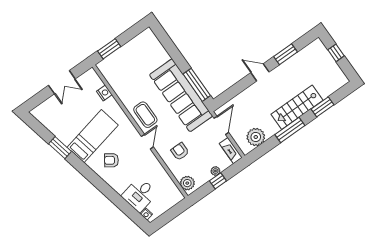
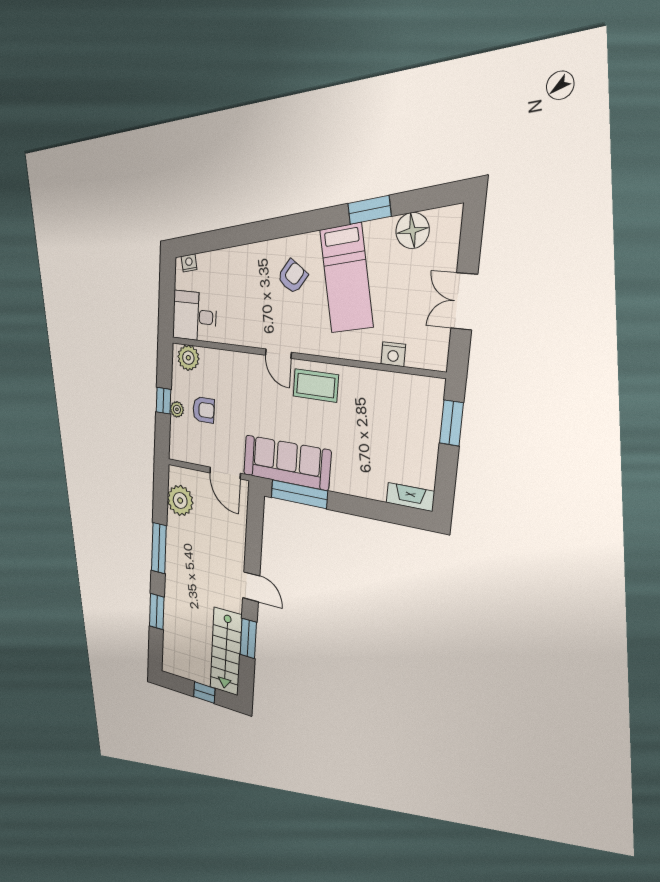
door: (260, 72) -> (251, 587), hinge flipped
sofa: (181, 95) -> (287, 462), width x0.74, depth x0.79
stairs: (297, 107) -> (226, 651), moved, turned 180
floor lamp: (53, 124) -> (412, 230), added
armchair: (180, 151) -> (204, 410), moved
fireplace: (231, 151) -> (410, 497), moved
desk: (139, 195) -> (194, 316), moved, turned -78

